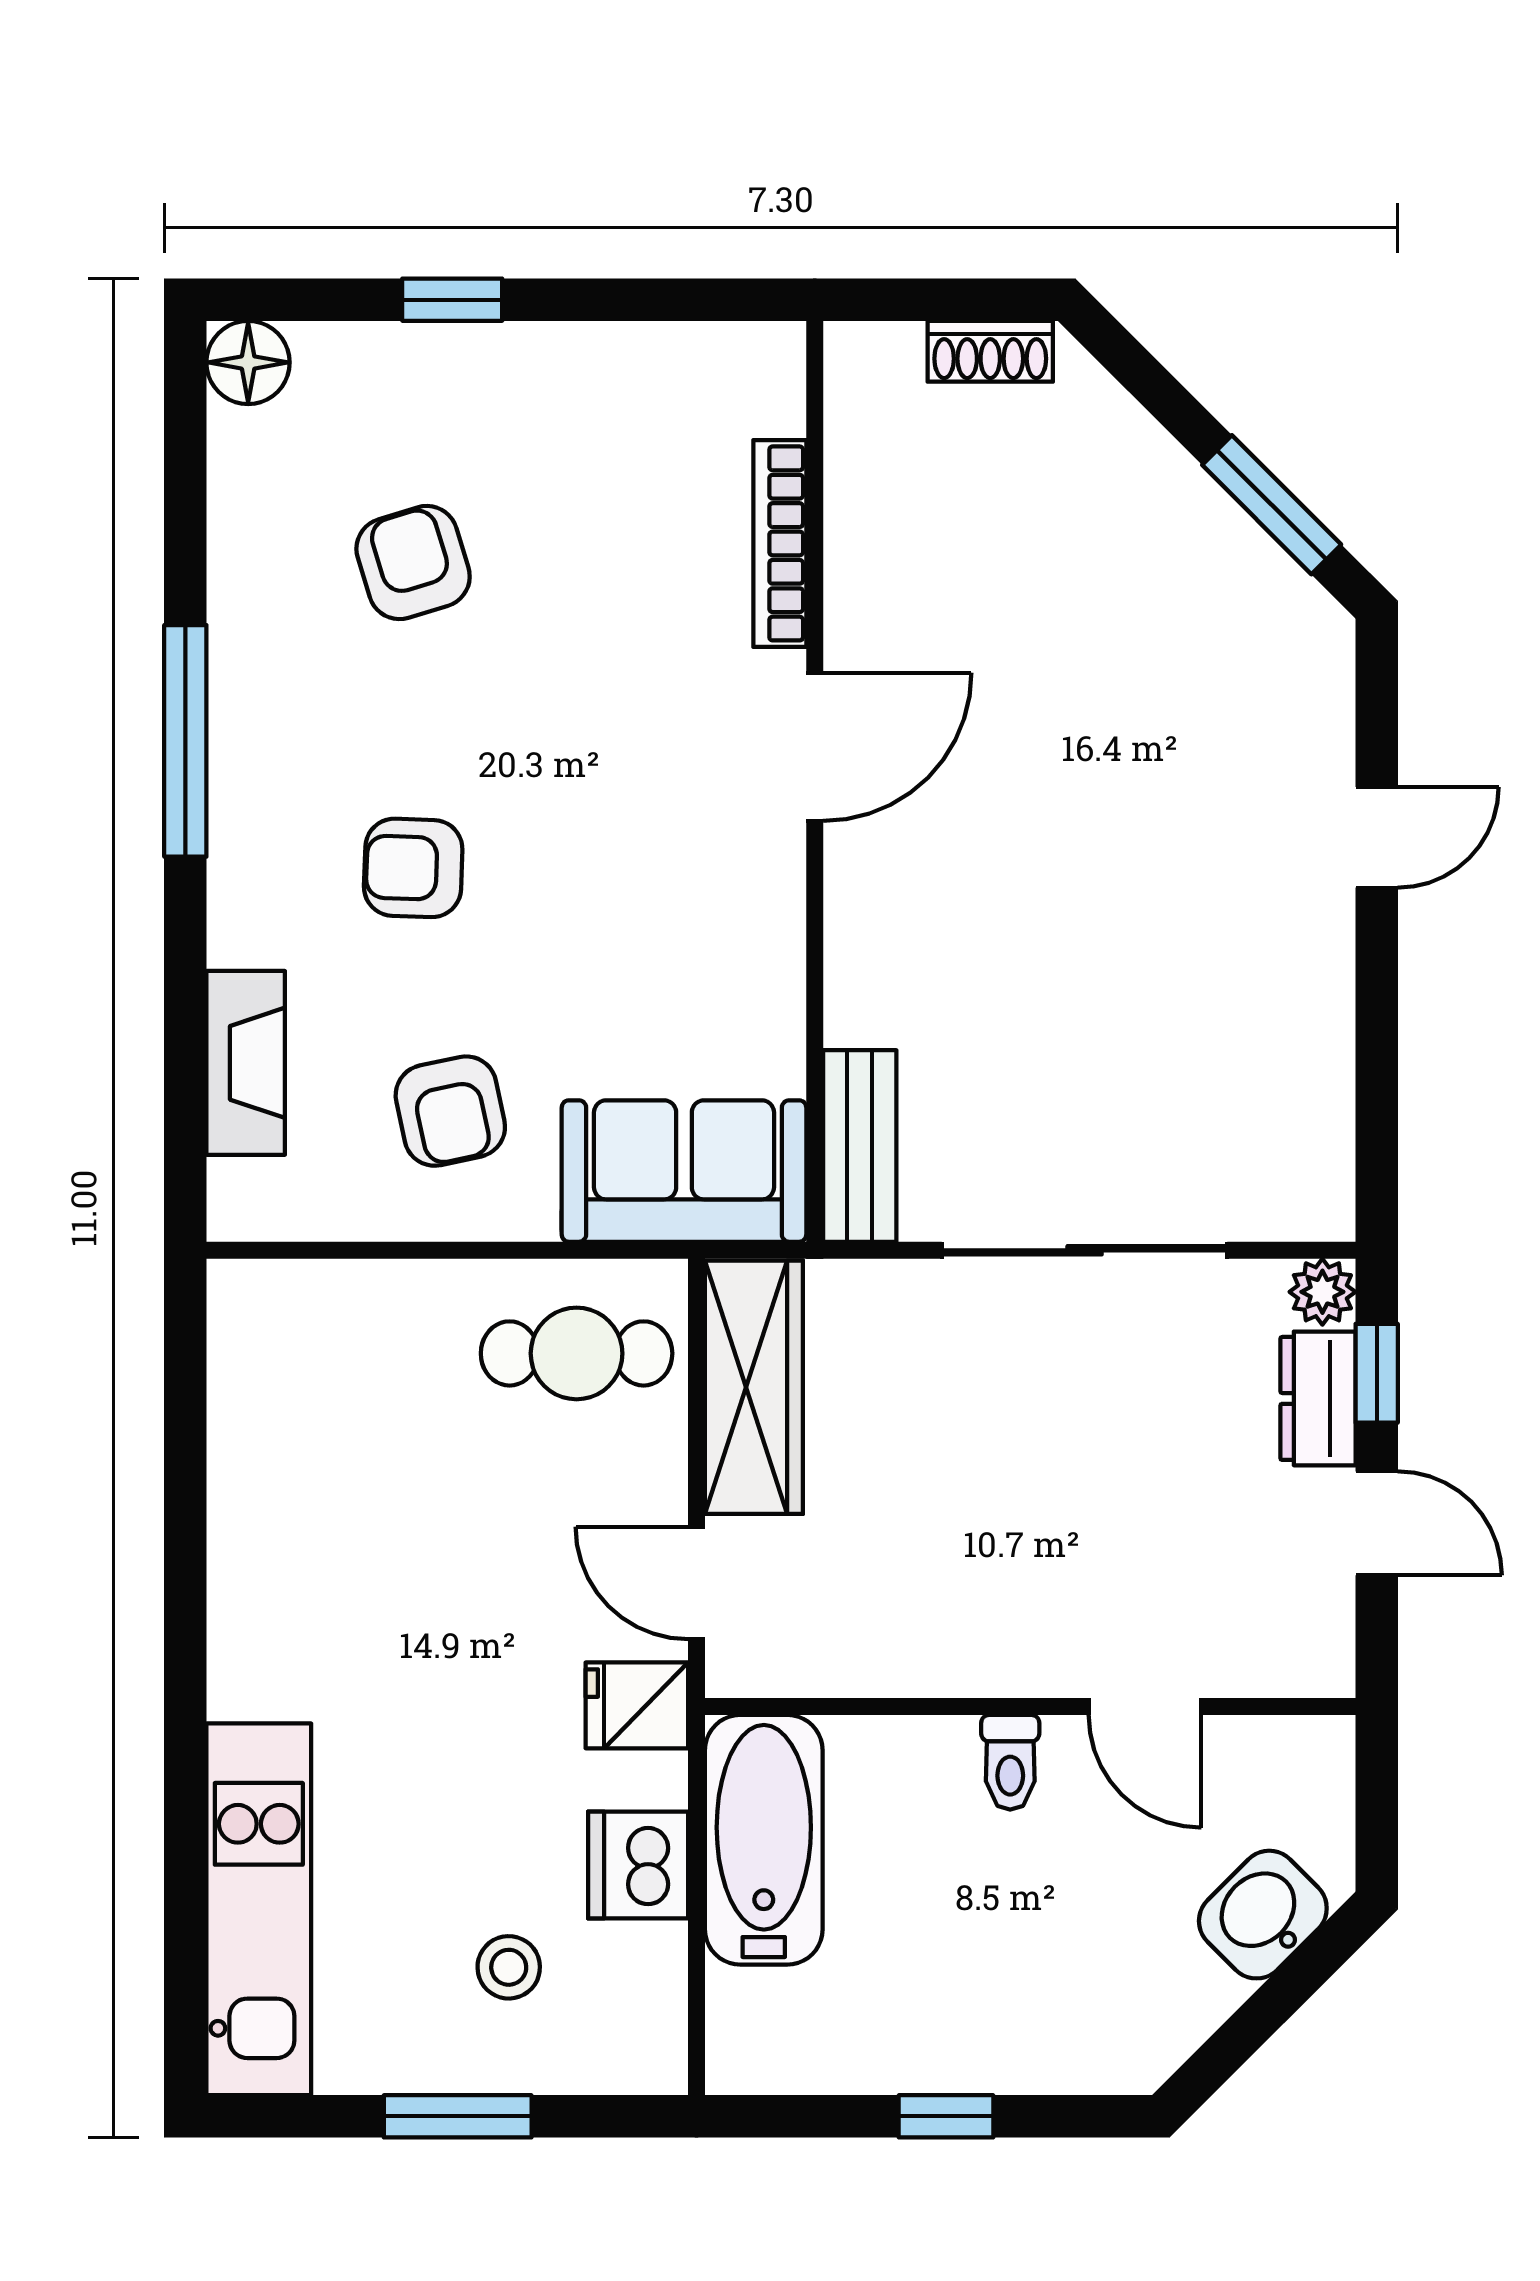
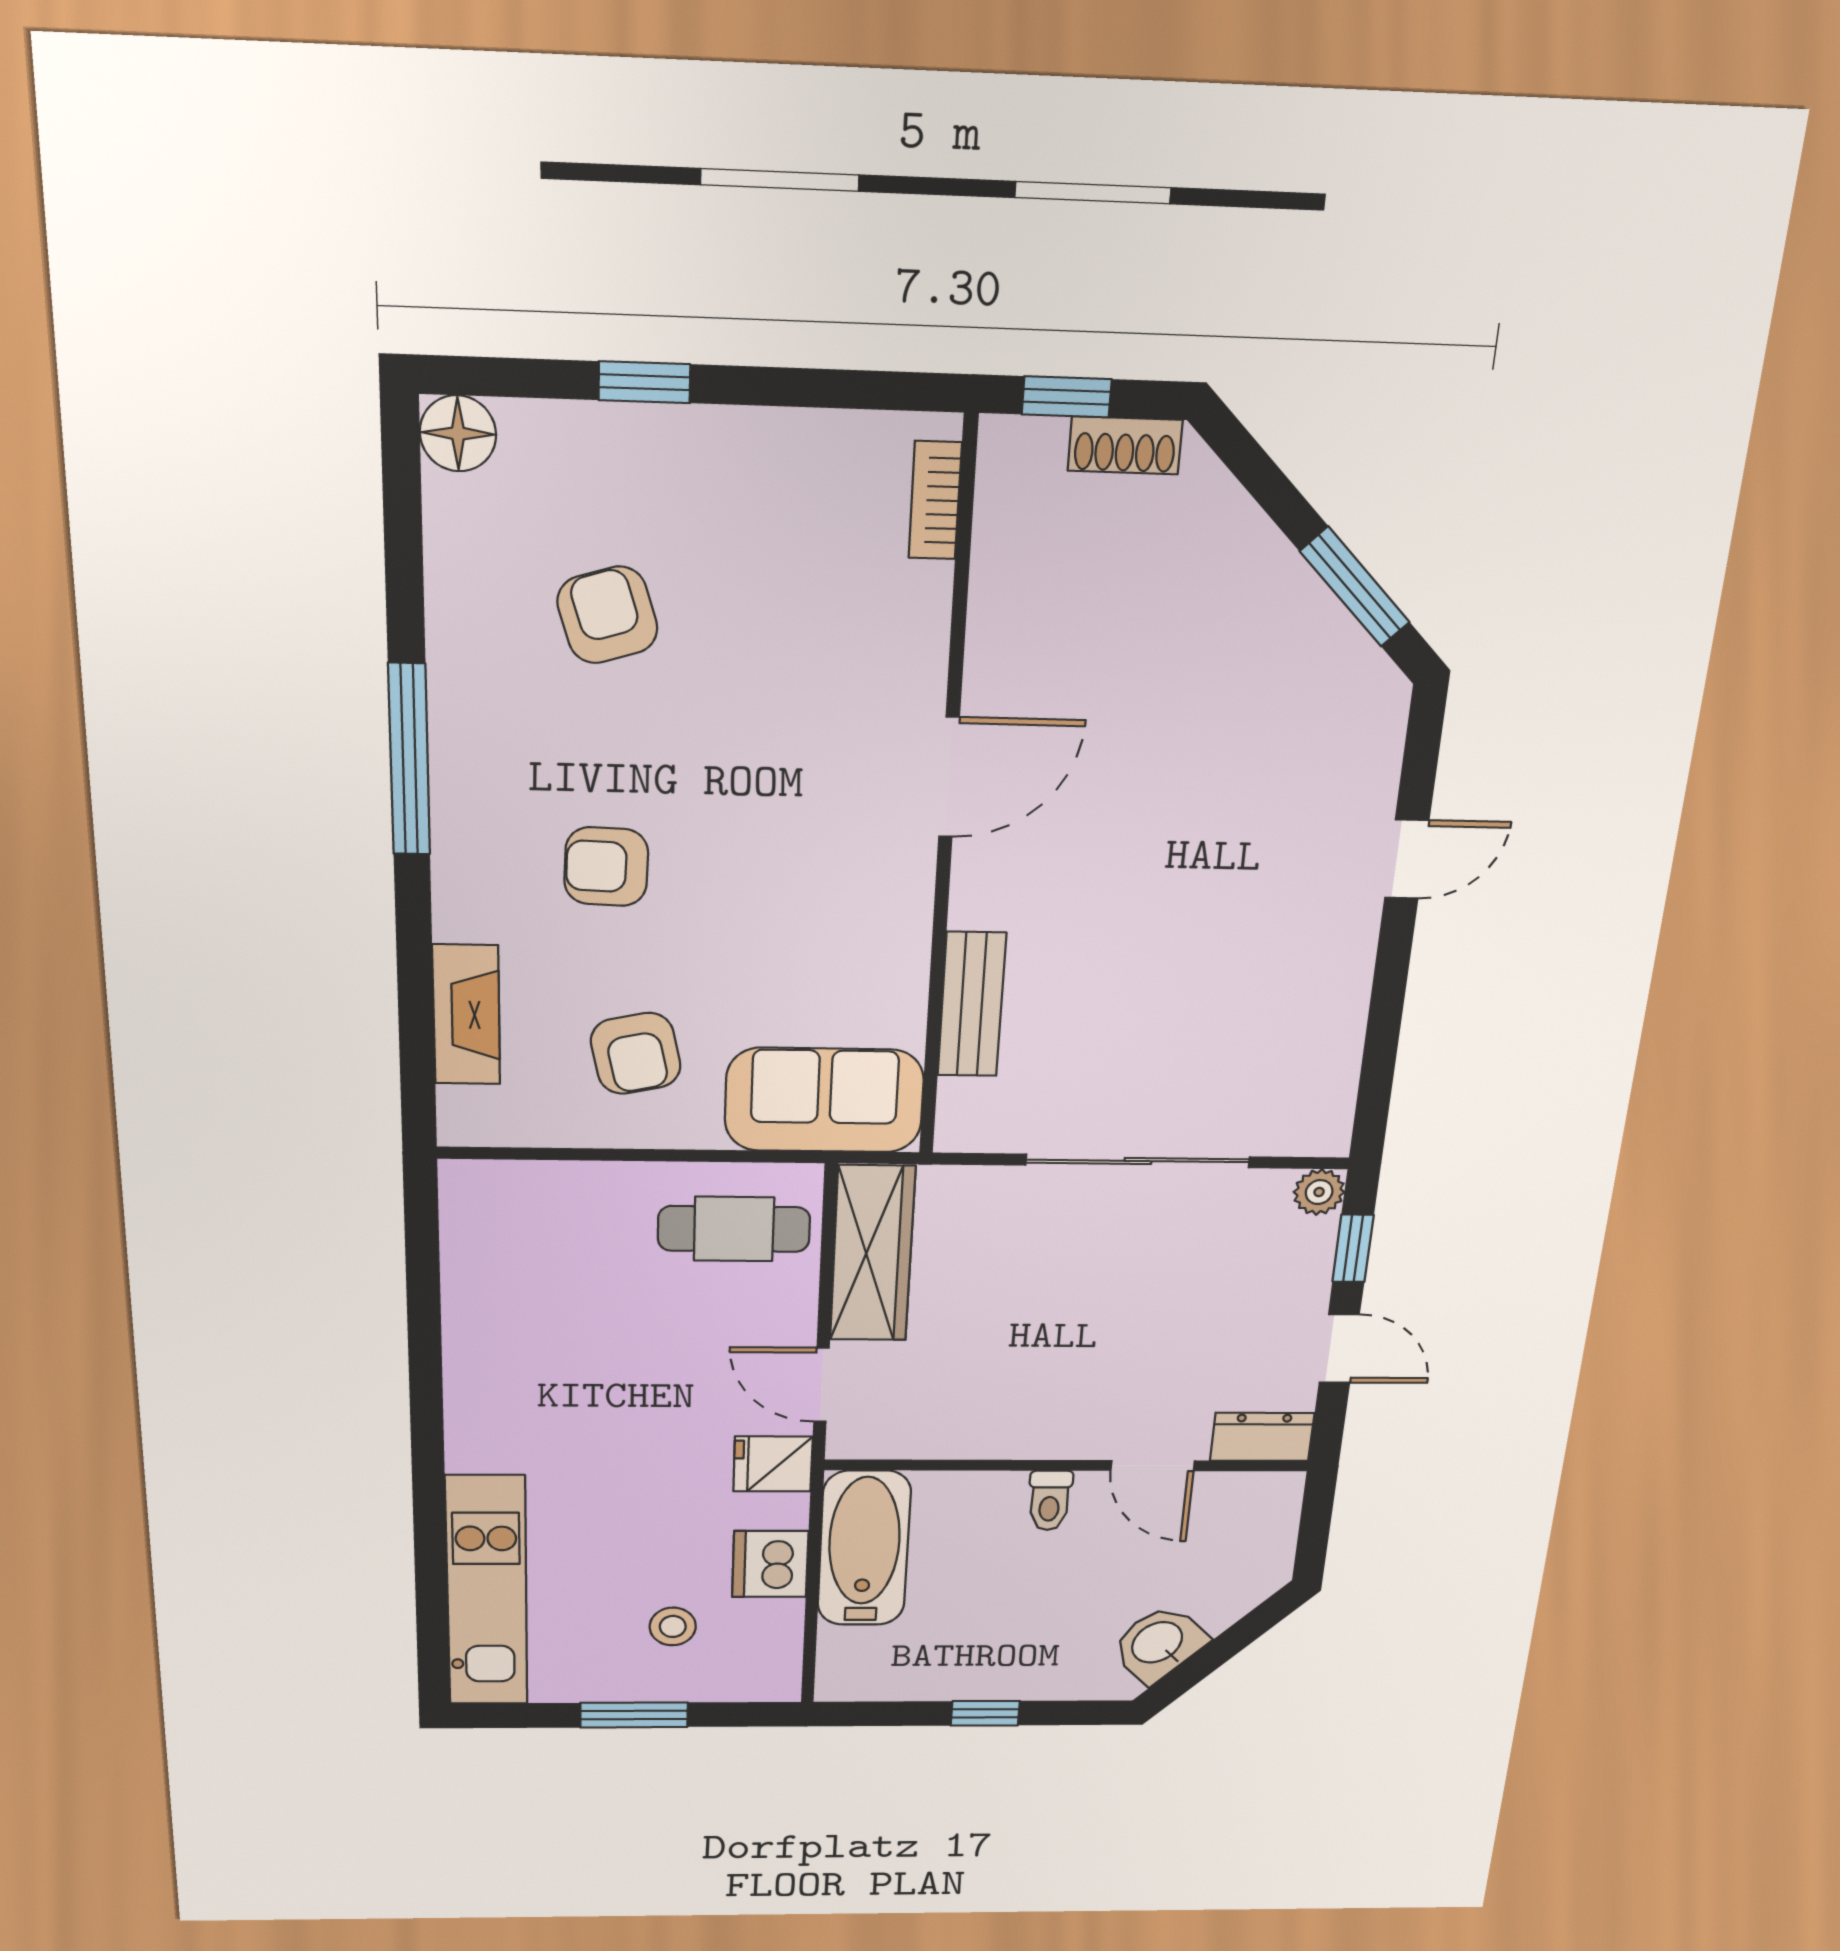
window: (920, 300) -> (1067, 397), added
bookcase: (780, 543) -> (935, 500), moved, width x0.64
bench: (860, 1146) -> (972, 1004), moved
dresser: (1318, 1398) -> (1262, 1437), moved, turned 90
washbasin: (1263, 1915) -> (1158, 1644), moved

